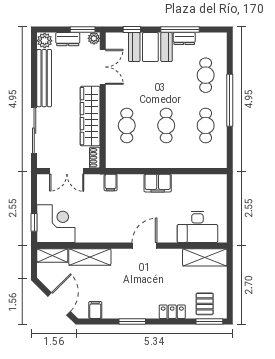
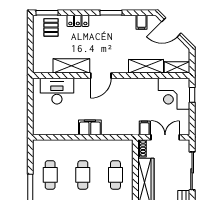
filing cabinet: (111, 183) -> (145, 128), moved
shelving: (205, 257) -> (71, 66), moved
door: (59, 304) -> (171, 27), hinge flipped

